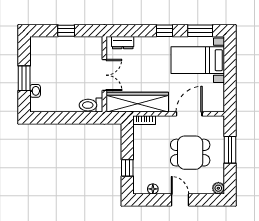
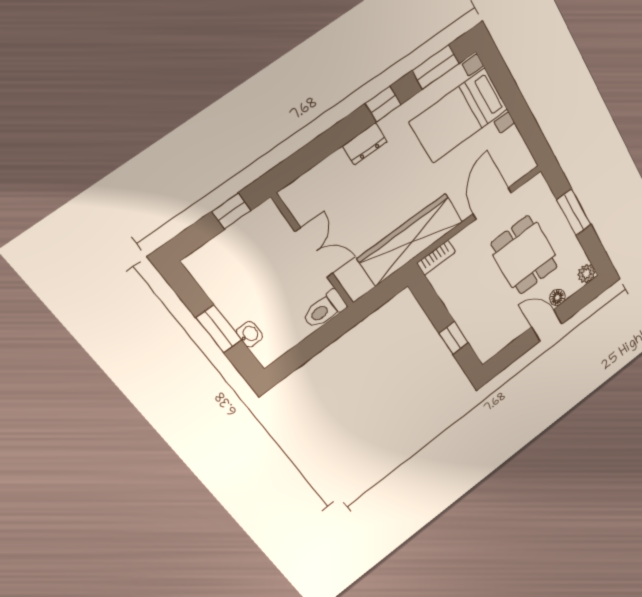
dresser: (123, 43) -> (365, 144), moved
wall: (104, 74) -> (313, 251), moved
double door: (104, 75) -> (314, 253), moved
toilet: (91, 105) -> (324, 310), moved
dining table: (190, 153) -> (524, 255), turned 90
floor lamp: (153, 189) -> (557, 297), moved

